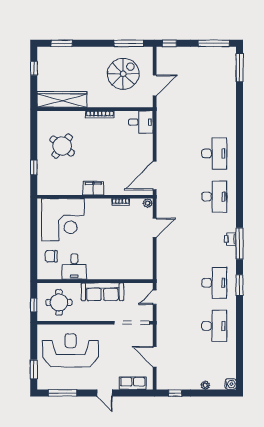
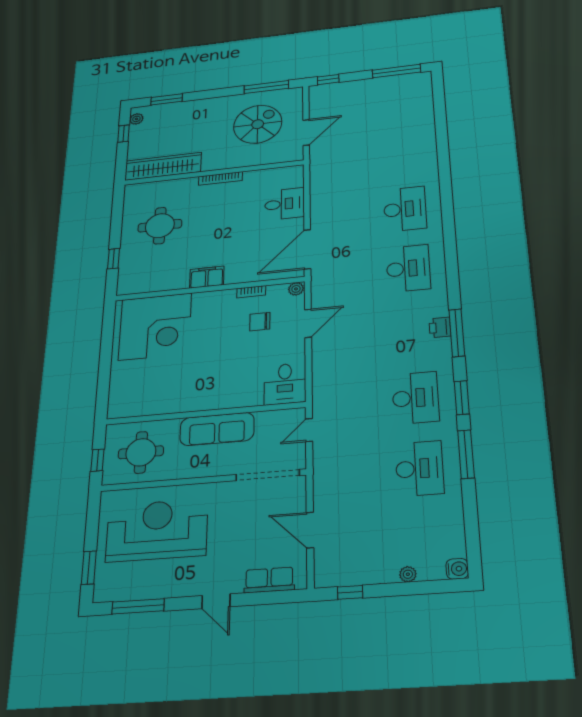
plant: (42, 57) -> (136, 119), added
window: (240, 68) -> (466, 454), moved
desk: (141, 122) -> (285, 204), moved
round table: (62, 146) -> (160, 226), turned -37
chair: (51, 256) -> (260, 322), moved
desk: (74, 267) -> (285, 384), moved

